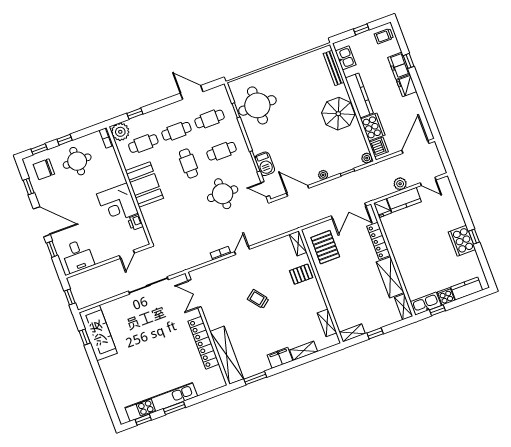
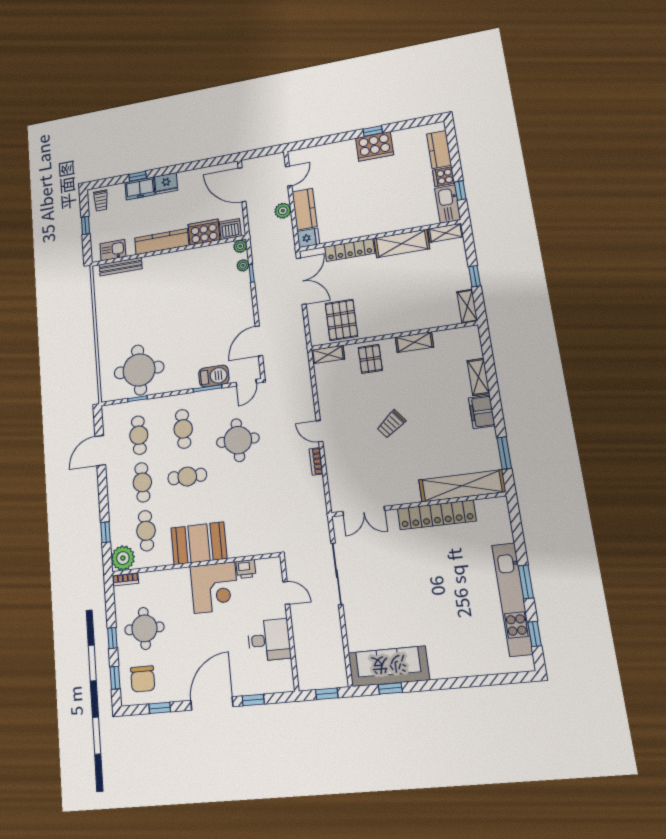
parasol: (338, 114) -> (176, 271), removed
plant: (323, 175) -> (243, 265), moved
pallet: (325, 247) -> (341, 320), turned 90
desk: (78, 256) -> (269, 640), moved
shelving: (327, 323) -> (414, 342), moved

